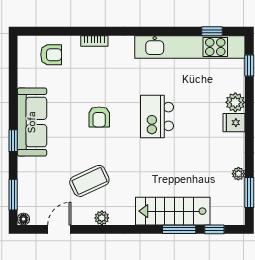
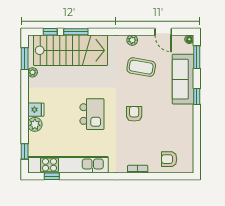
sofa: (32, 122) -> (183, 79), moved
coffee table: (89, 181) -> (141, 67), turned 35
stairs: (173, 211) -> (71, 50), width x1.36, depth x1.51
door: (59, 229) -> (163, 32), hinge flipped

